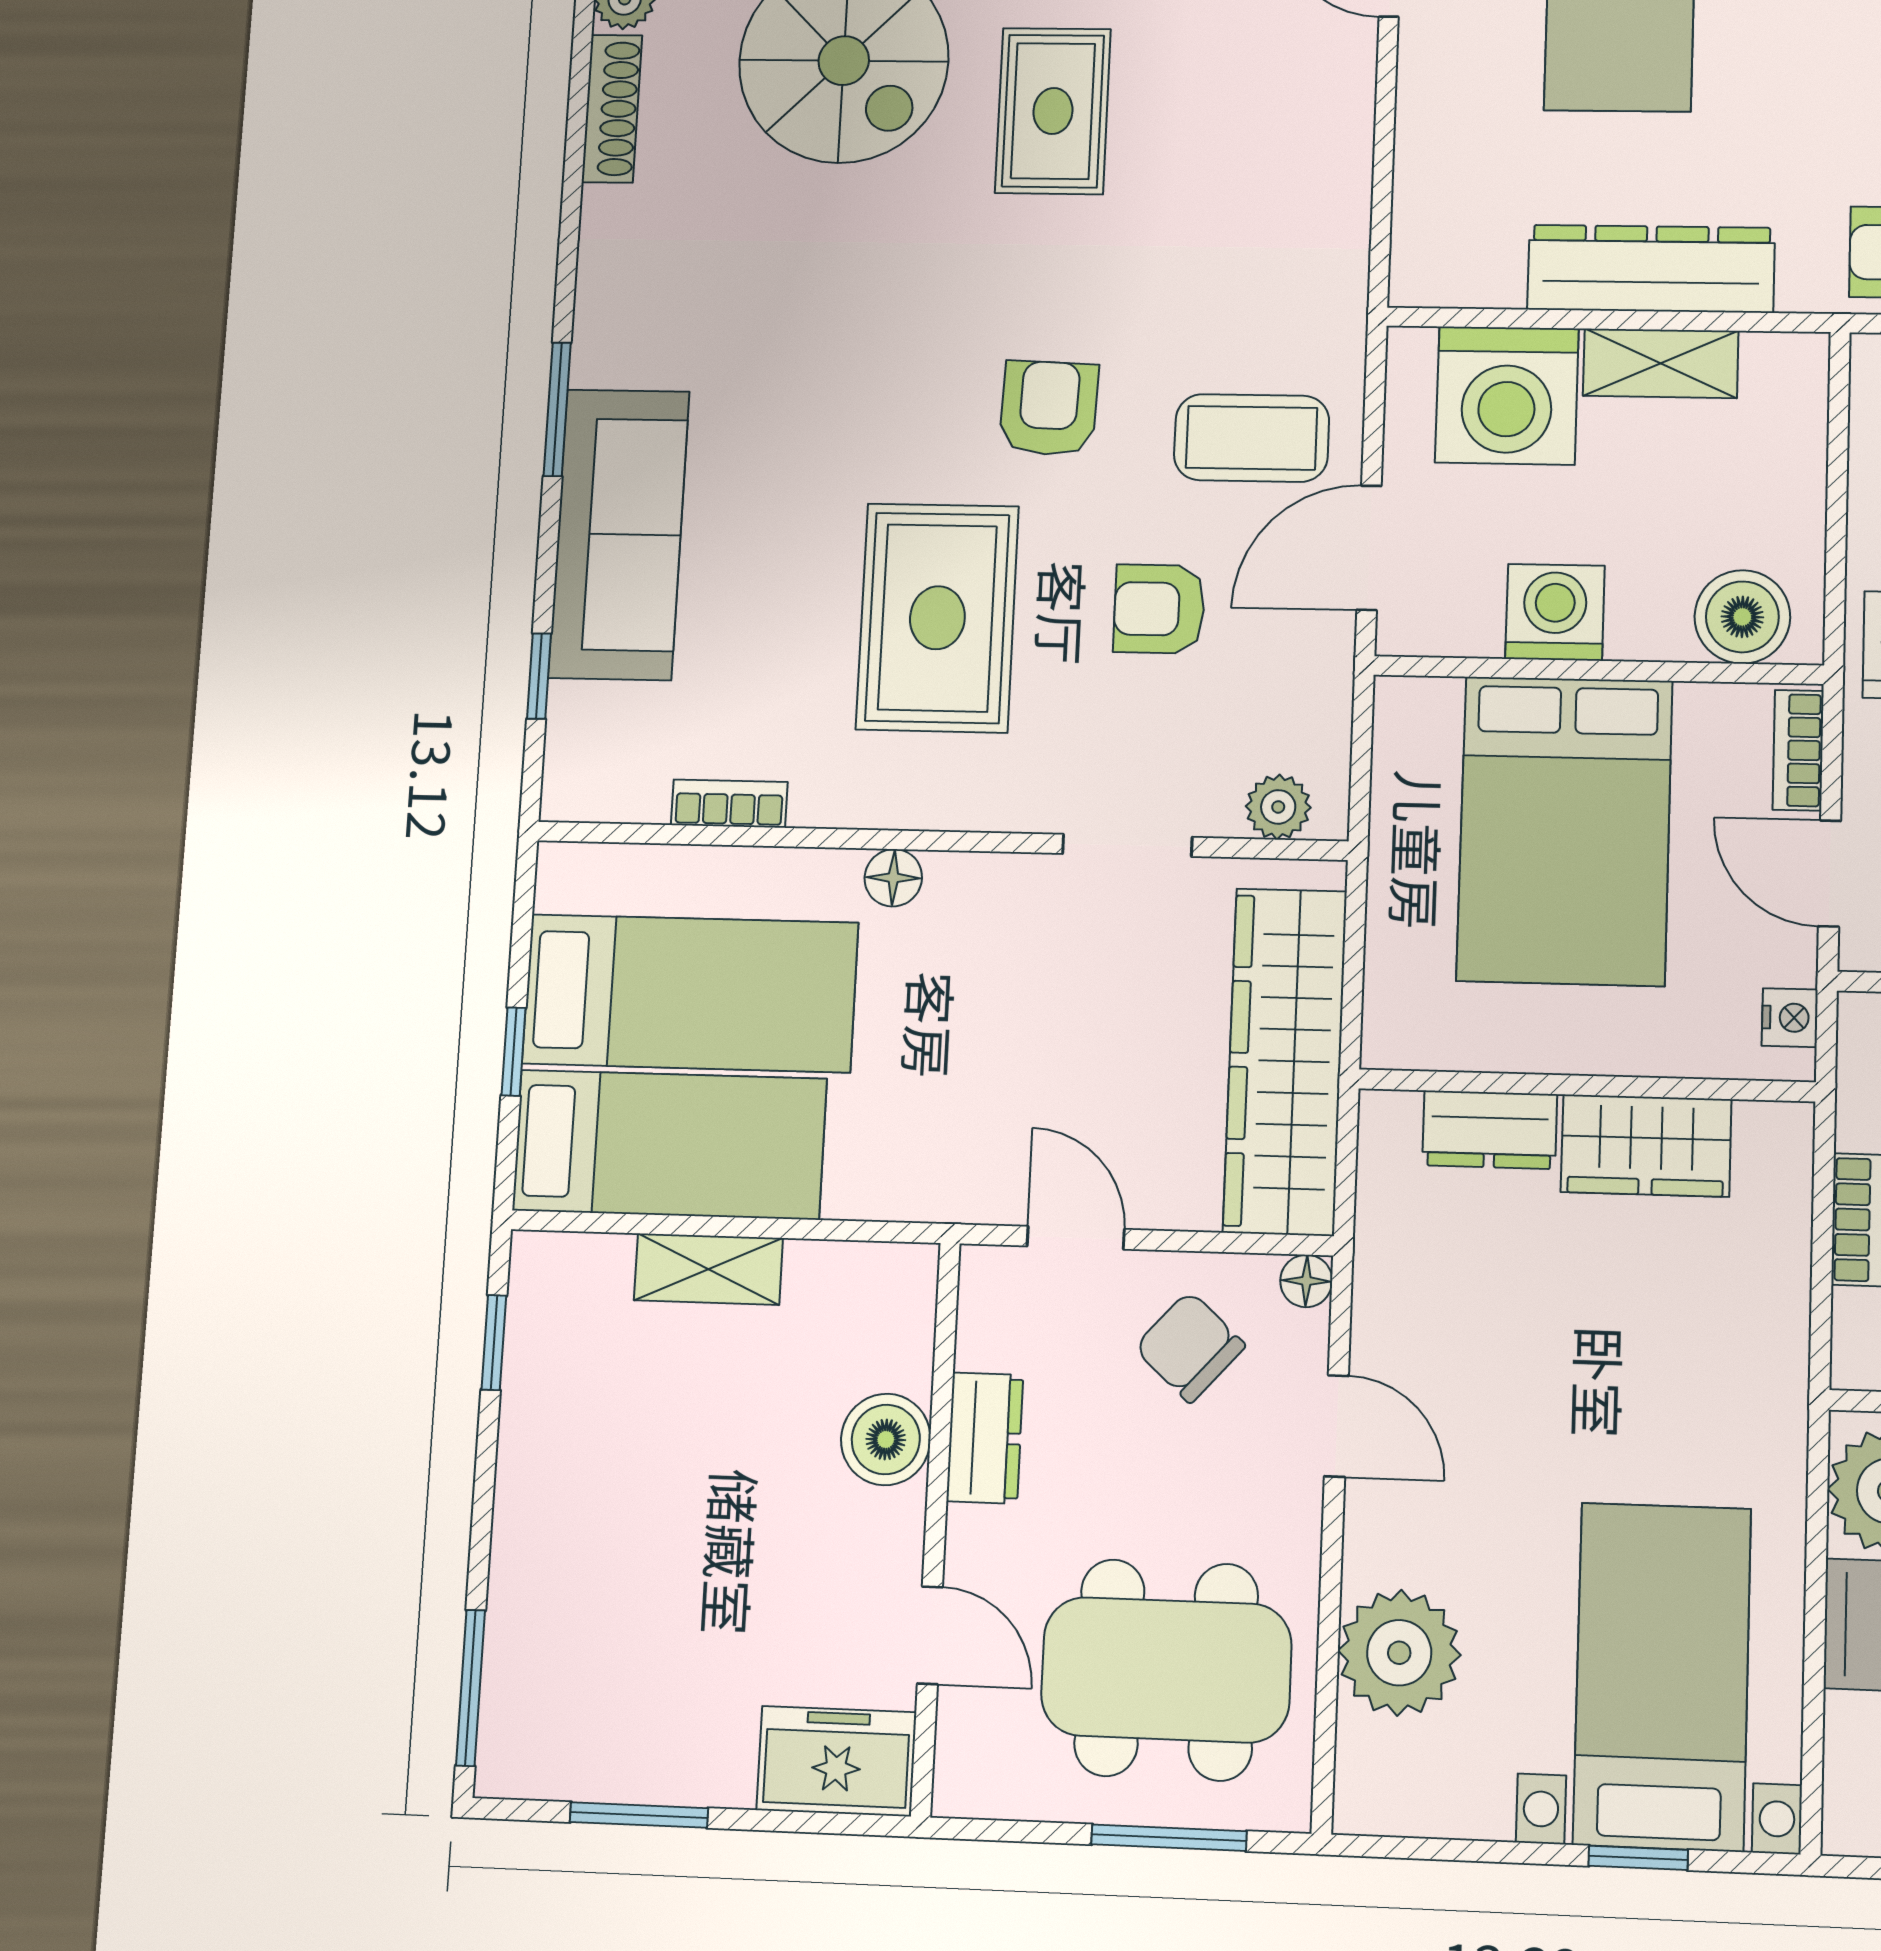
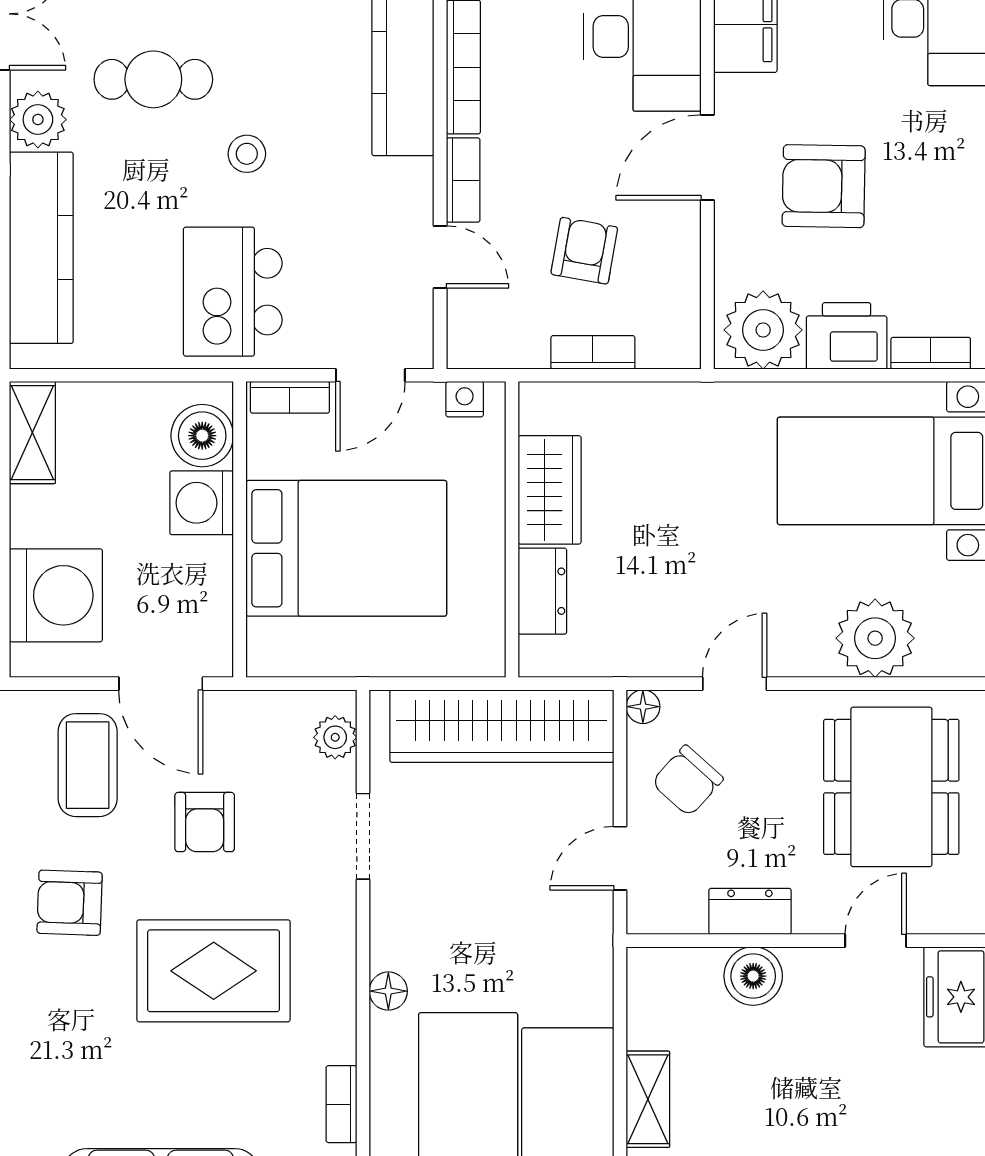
shelving: (1661, 363) -> (32, 433), moved
washing machine: (1555, 612) -> (202, 503), moved
bookcase: (1848, 1761) -> (931, 353), added

